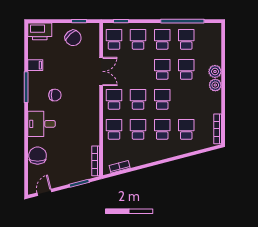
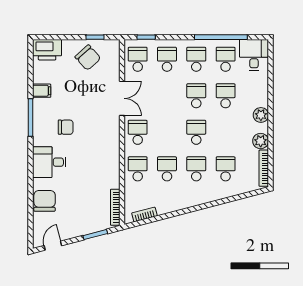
desk: (210, 36) -> (254, 55), added
plant: (215, 71) -> (261, 141), moved
school desk: (138, 99) -> (167, 132), removed

